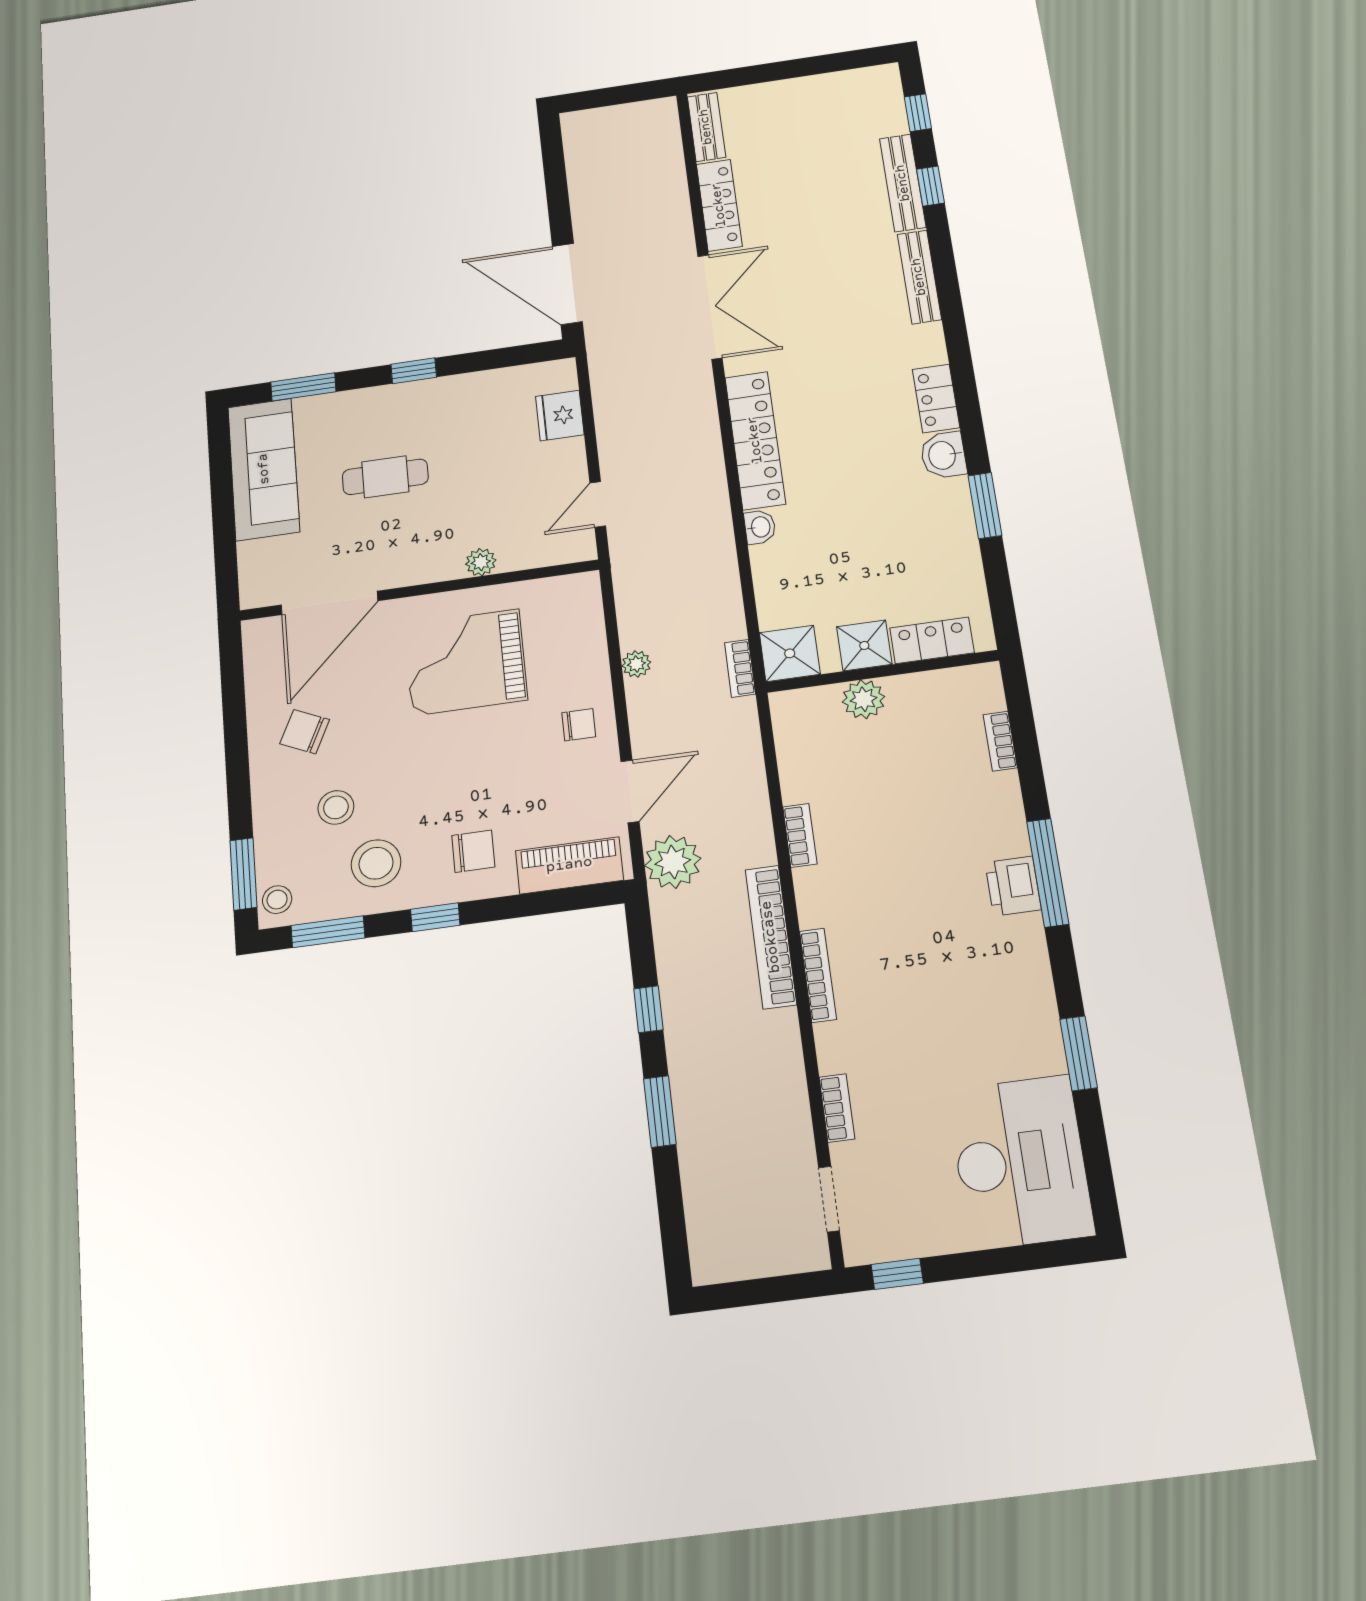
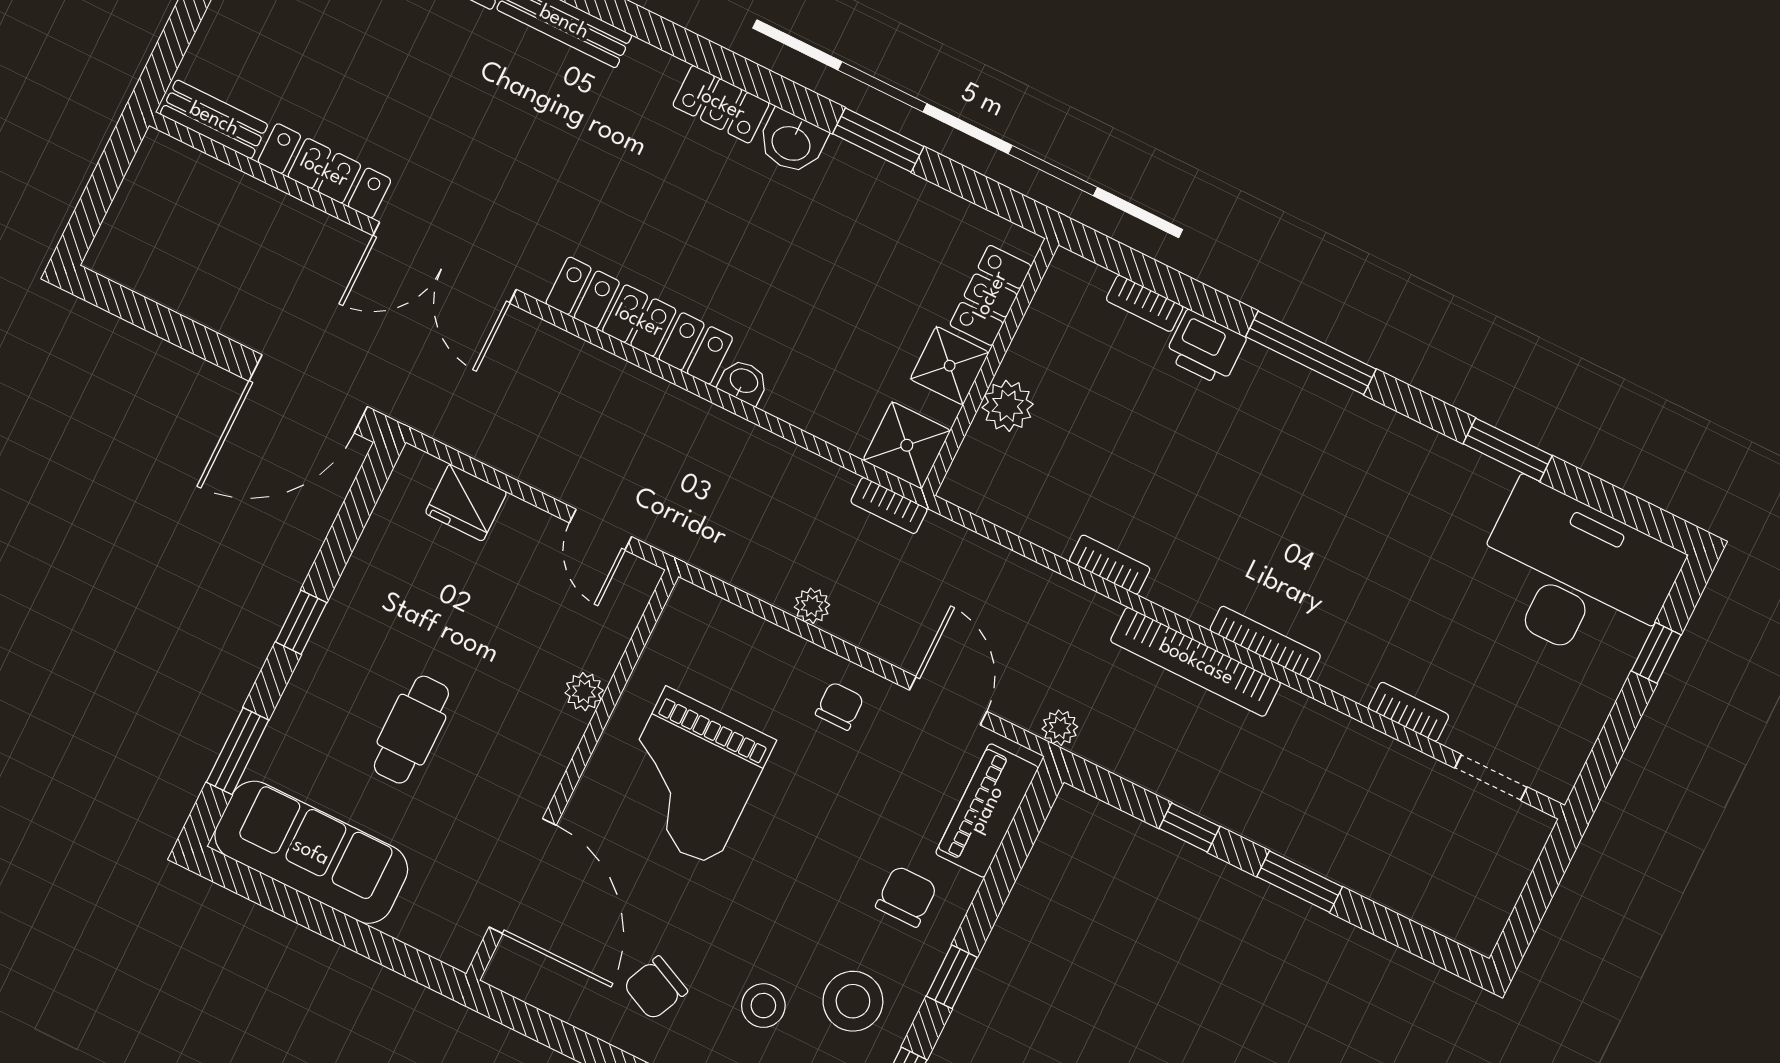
double door: (710, 307) -> (445, 263), swing flipped
plant: (673, 862) -> (1060, 728), width x0.53, depth x0.53
printer: (1013, 886) -> (1205, 348), moved
window: (897, 1274) -> (1656, 653), moved

